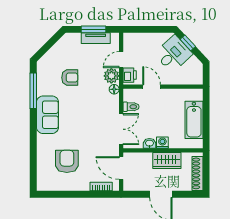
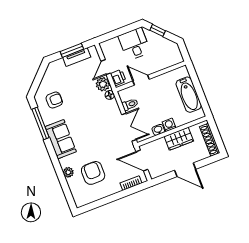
desk: (173, 54) -> (134, 44), moved, turned -47
armchair: (70, 78) -> (54, 100), moved
plant: (42, 151) -> (68, 172), added

